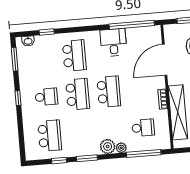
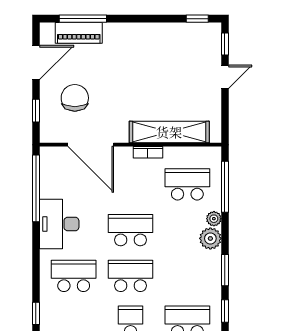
desk: (113, 42) -> (59, 224), width x1.37
school desk: (143, 128) -> (187, 184), width x1.85

